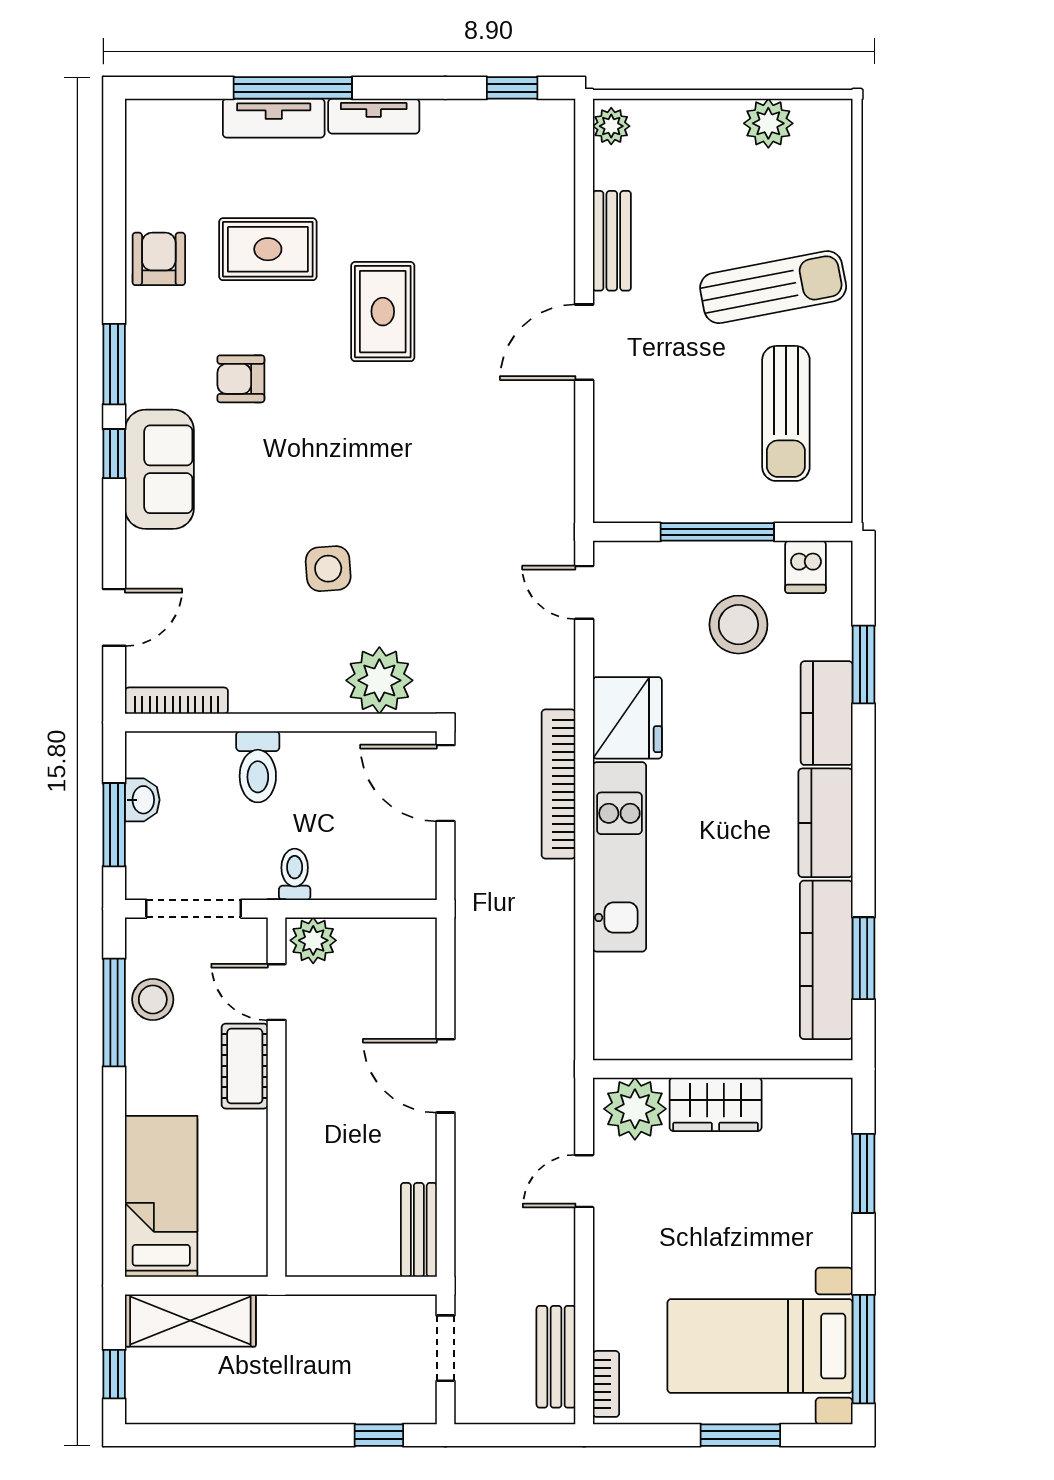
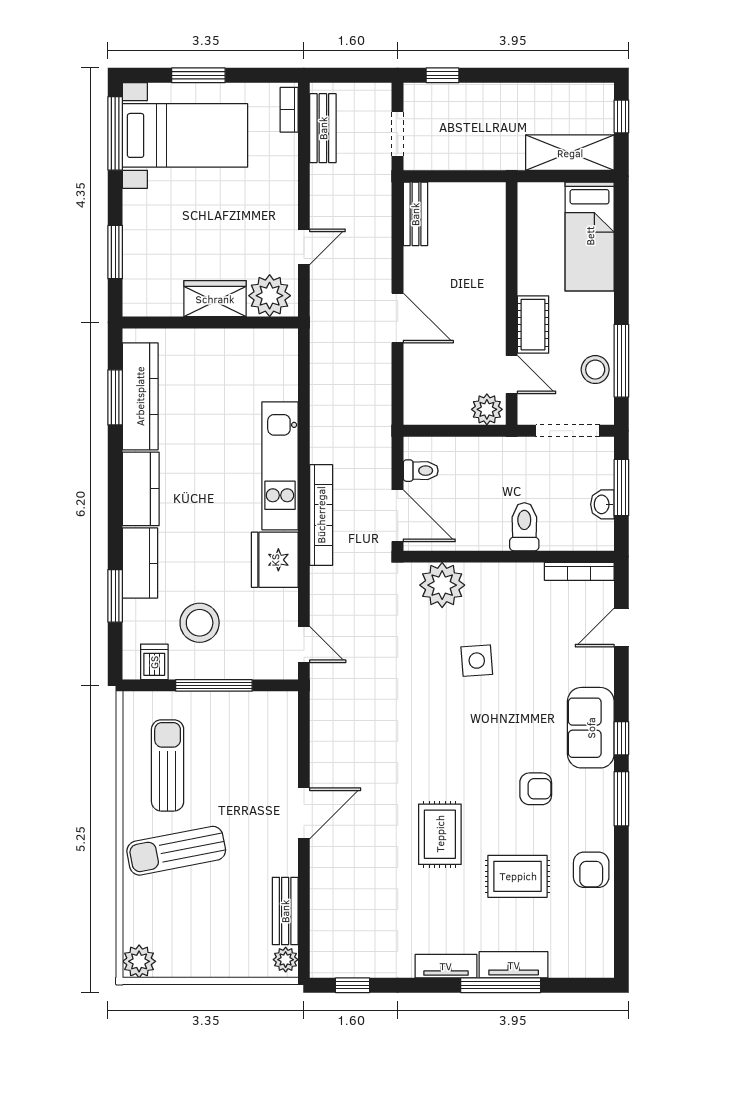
plant: (768, 123) -> (139, 961), moved
bench: (612, 241) -> (285, 911), moved
toilet: (295, 874) -> (421, 471), moved, turned -90

